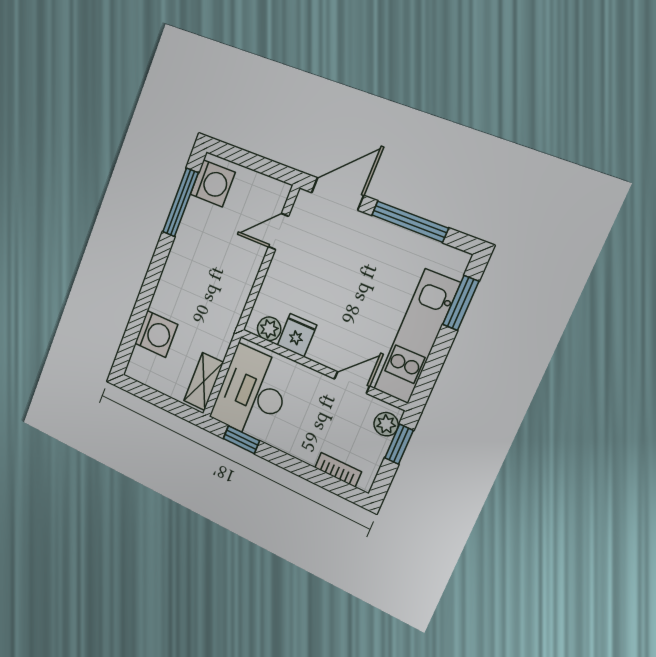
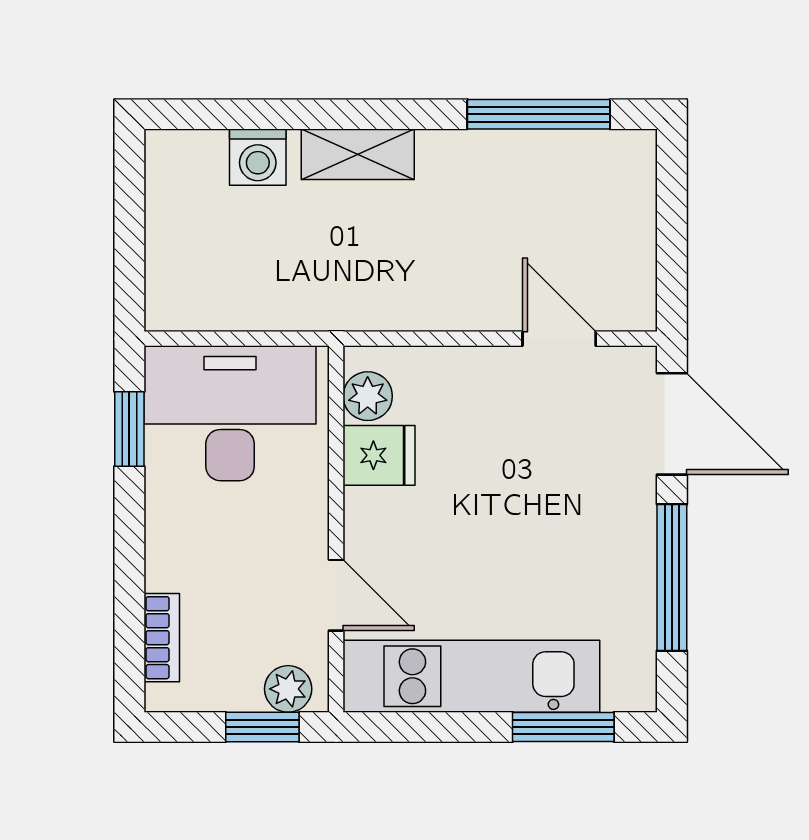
washing machine: (213, 183) -> (601, 167), removed
washing machine: (156, 334) -> (258, 157), width x0.73, depth x0.73
shelving: (204, 381) -> (358, 154), moved

